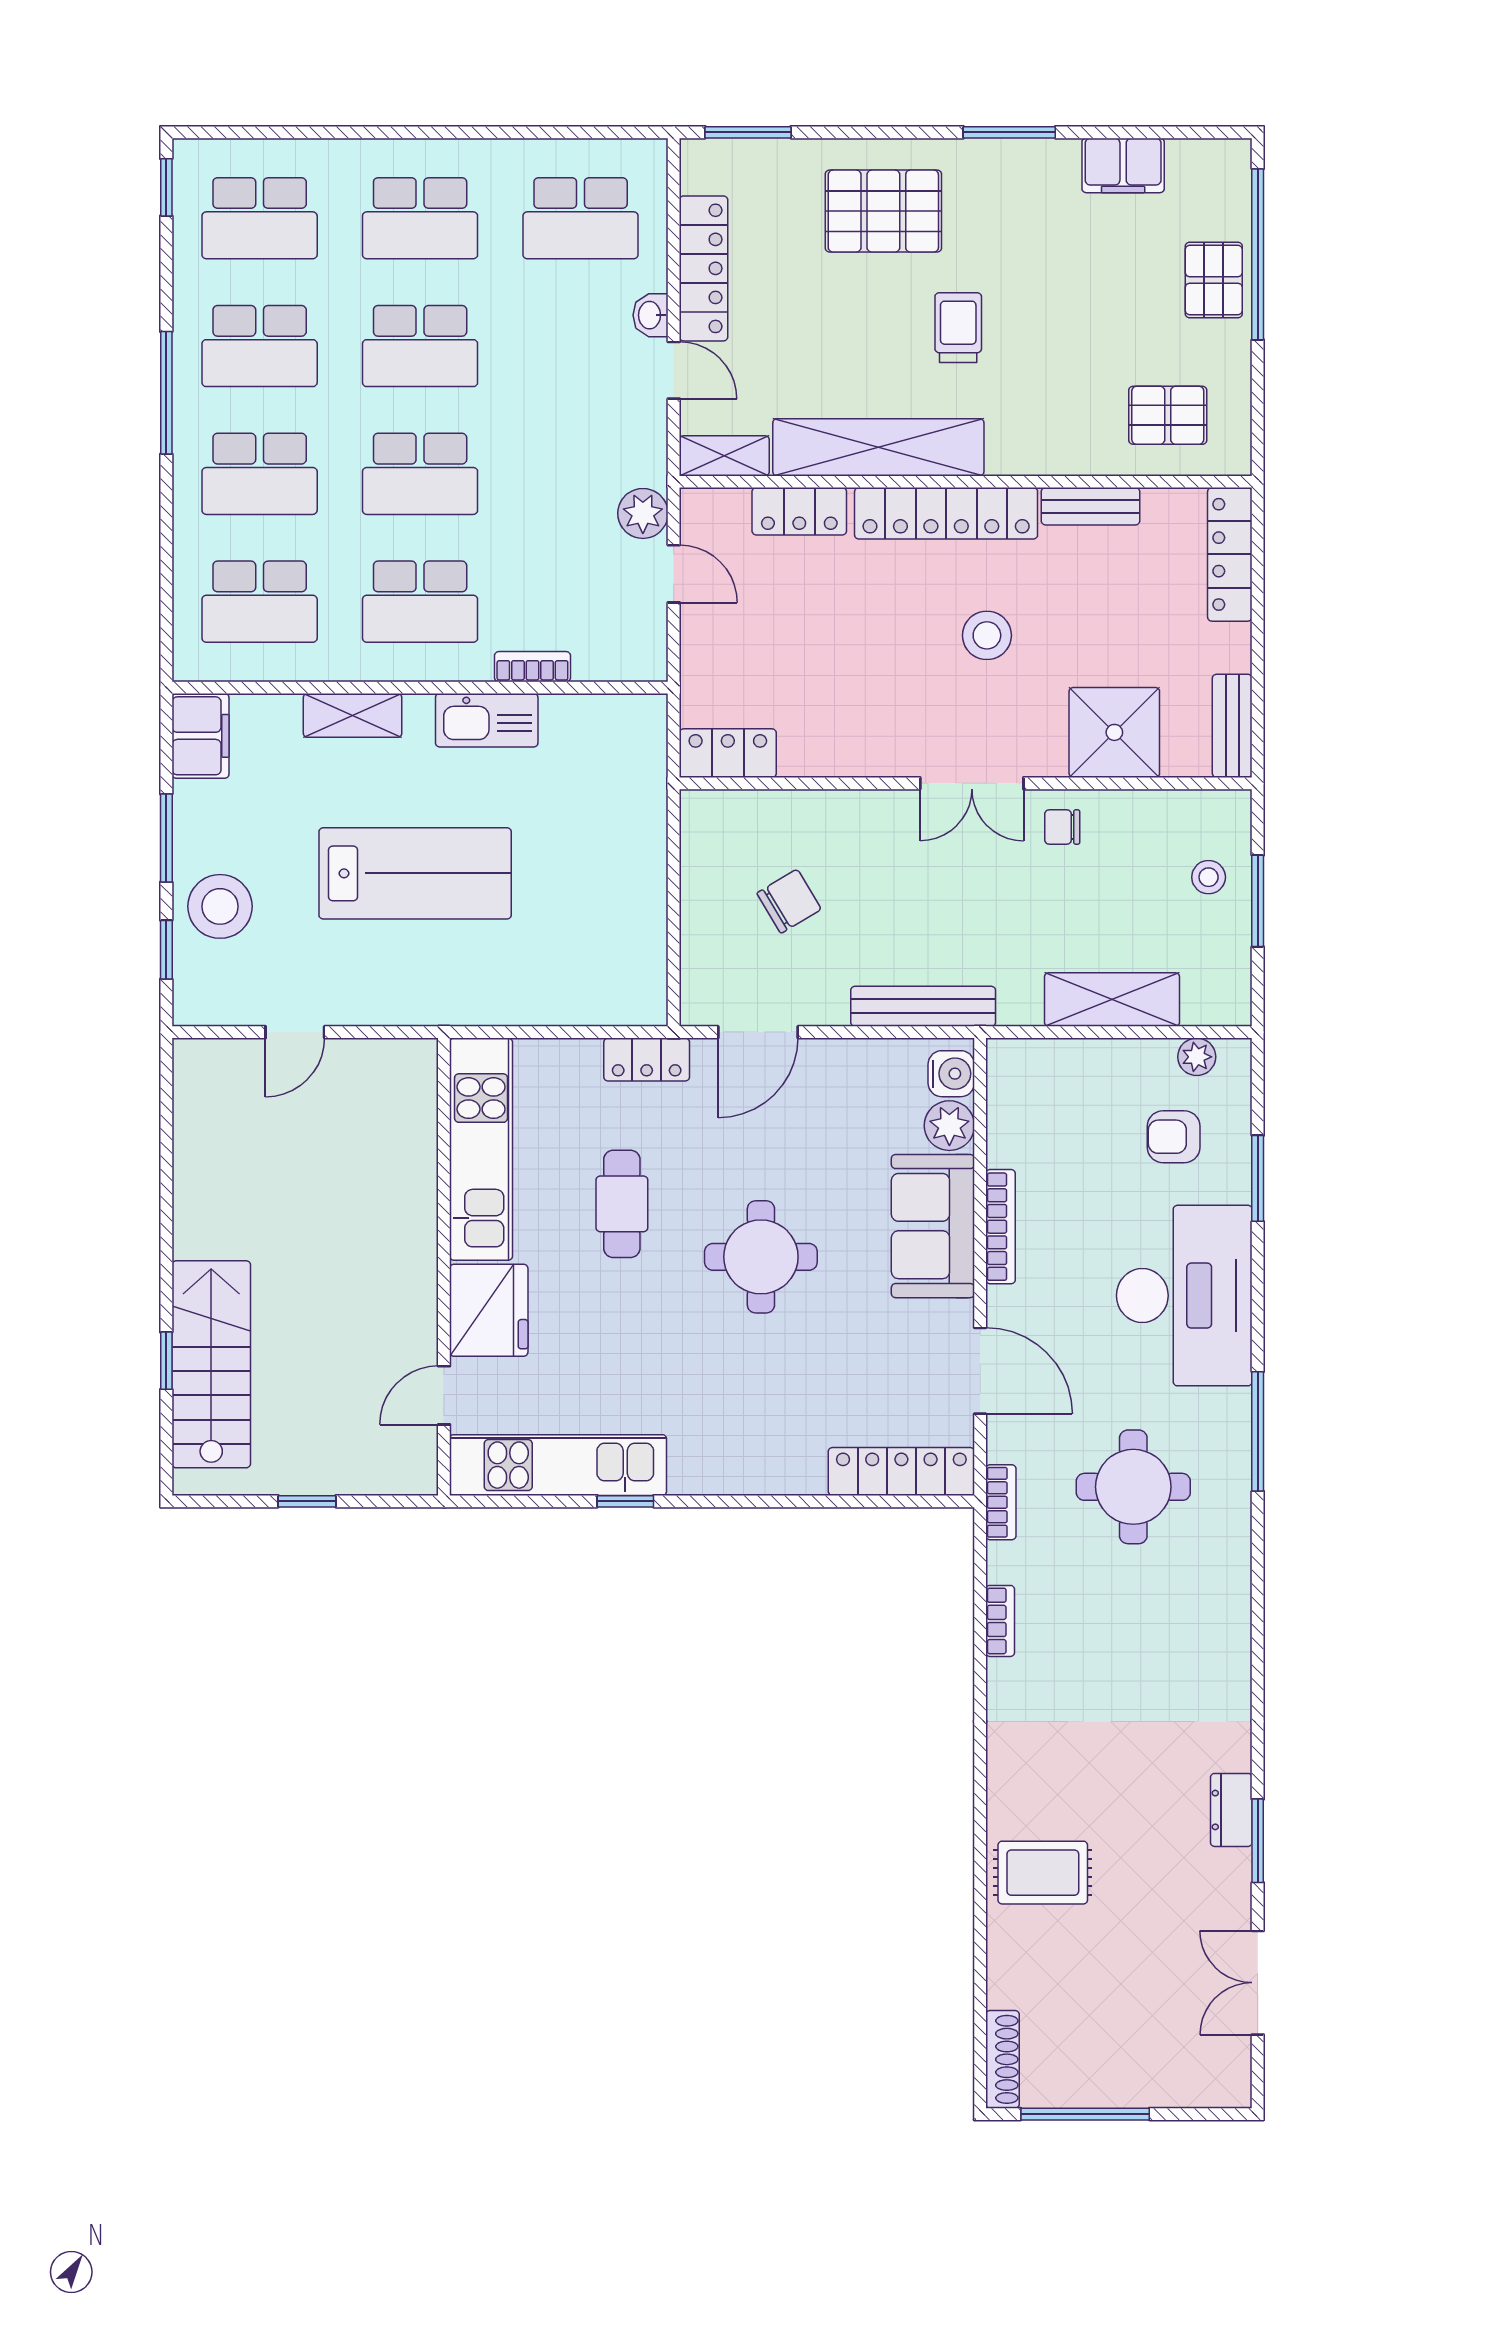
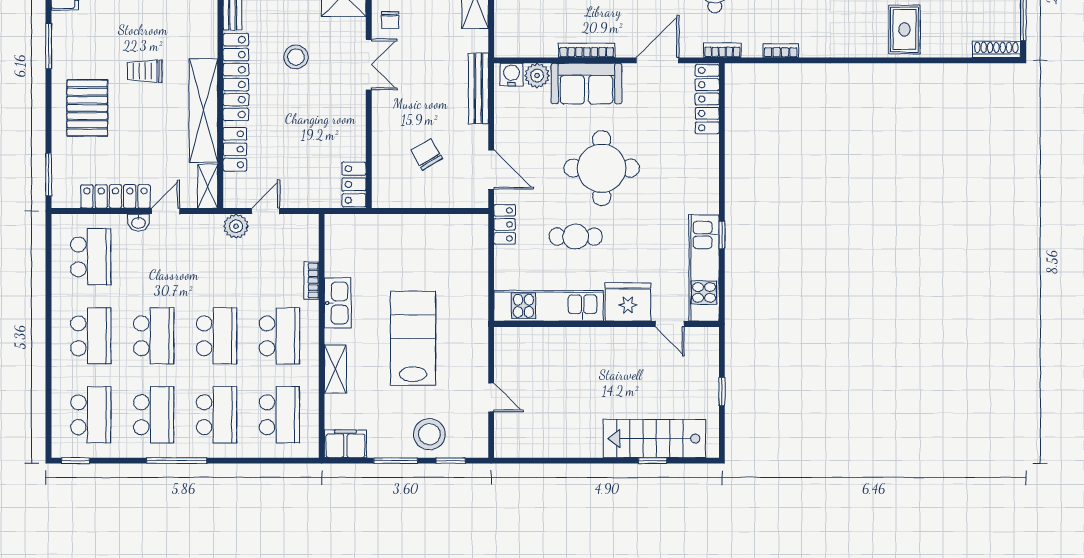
round table: (761, 1257) -> (602, 168), width x1.36, depth x1.36

